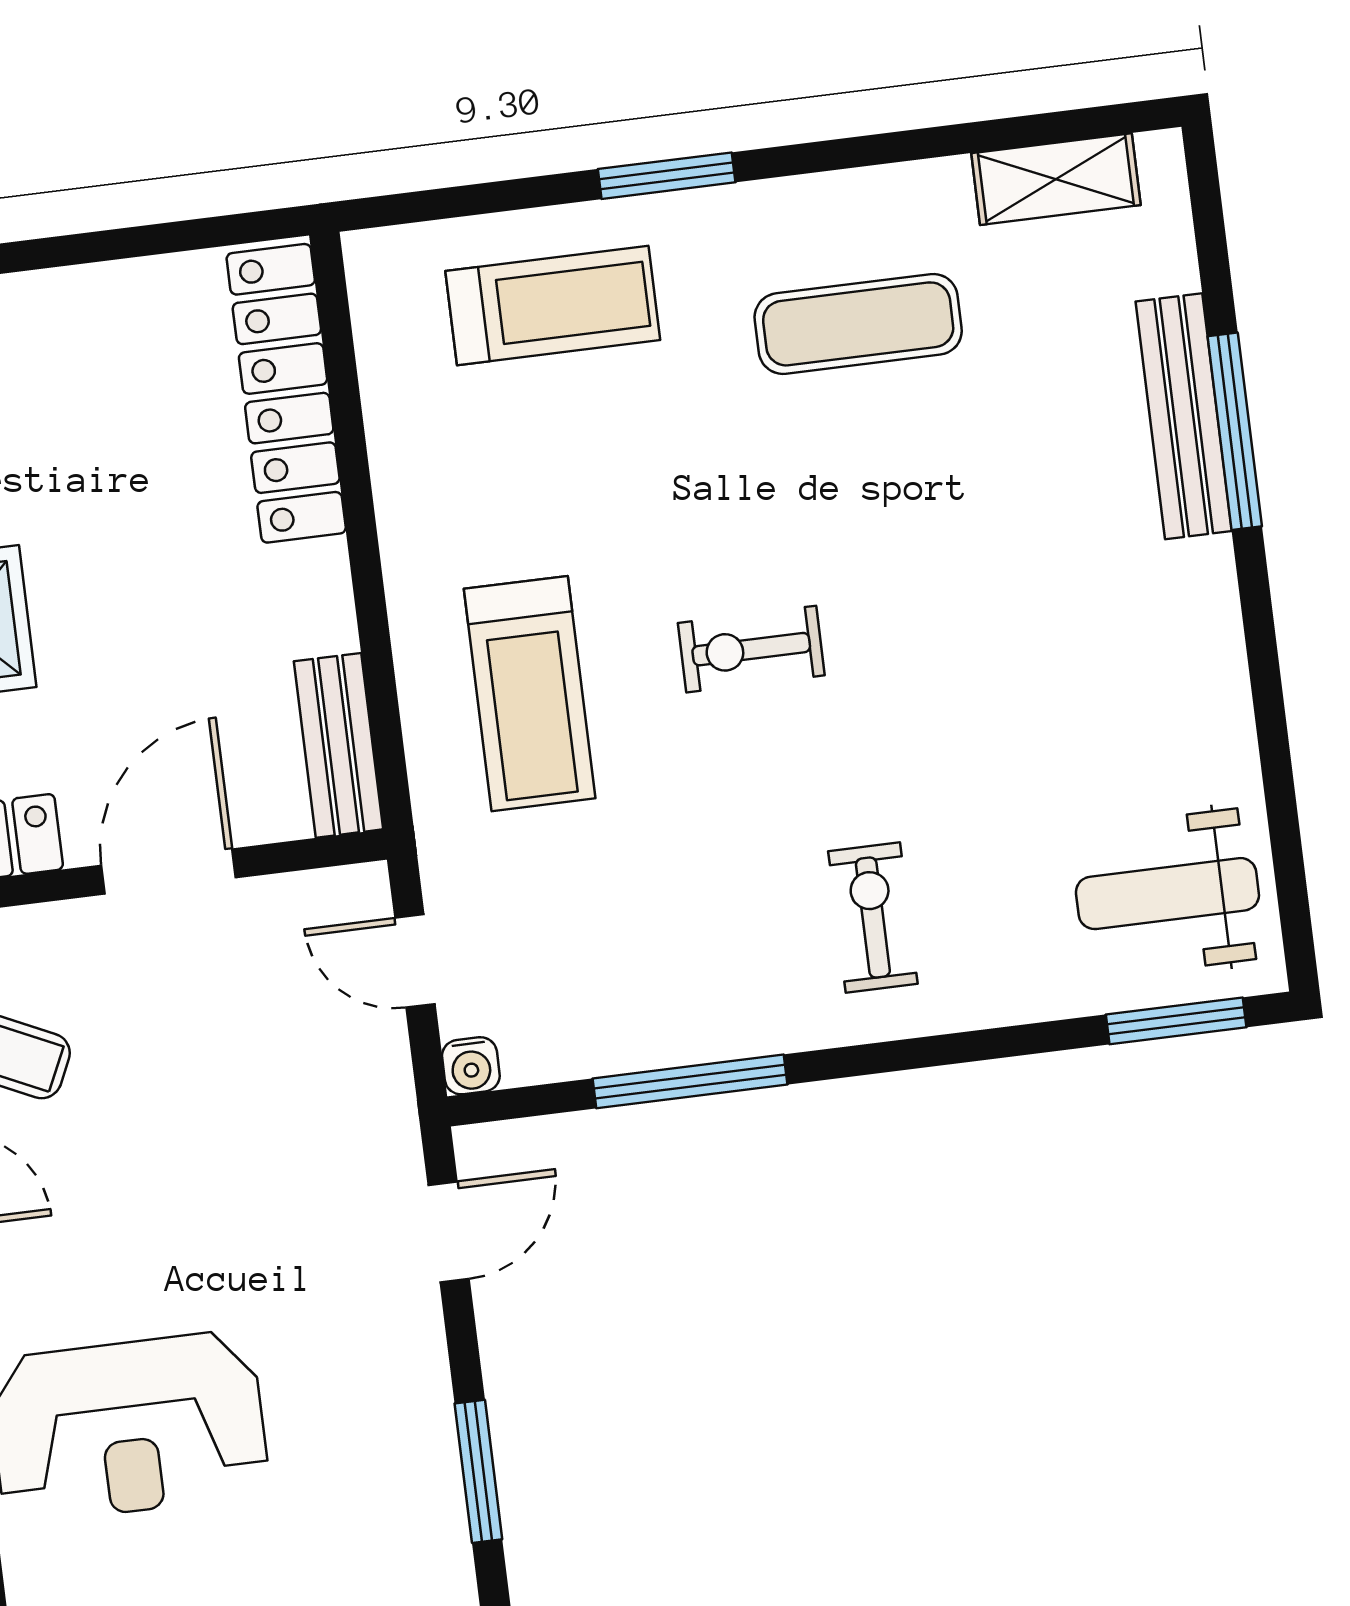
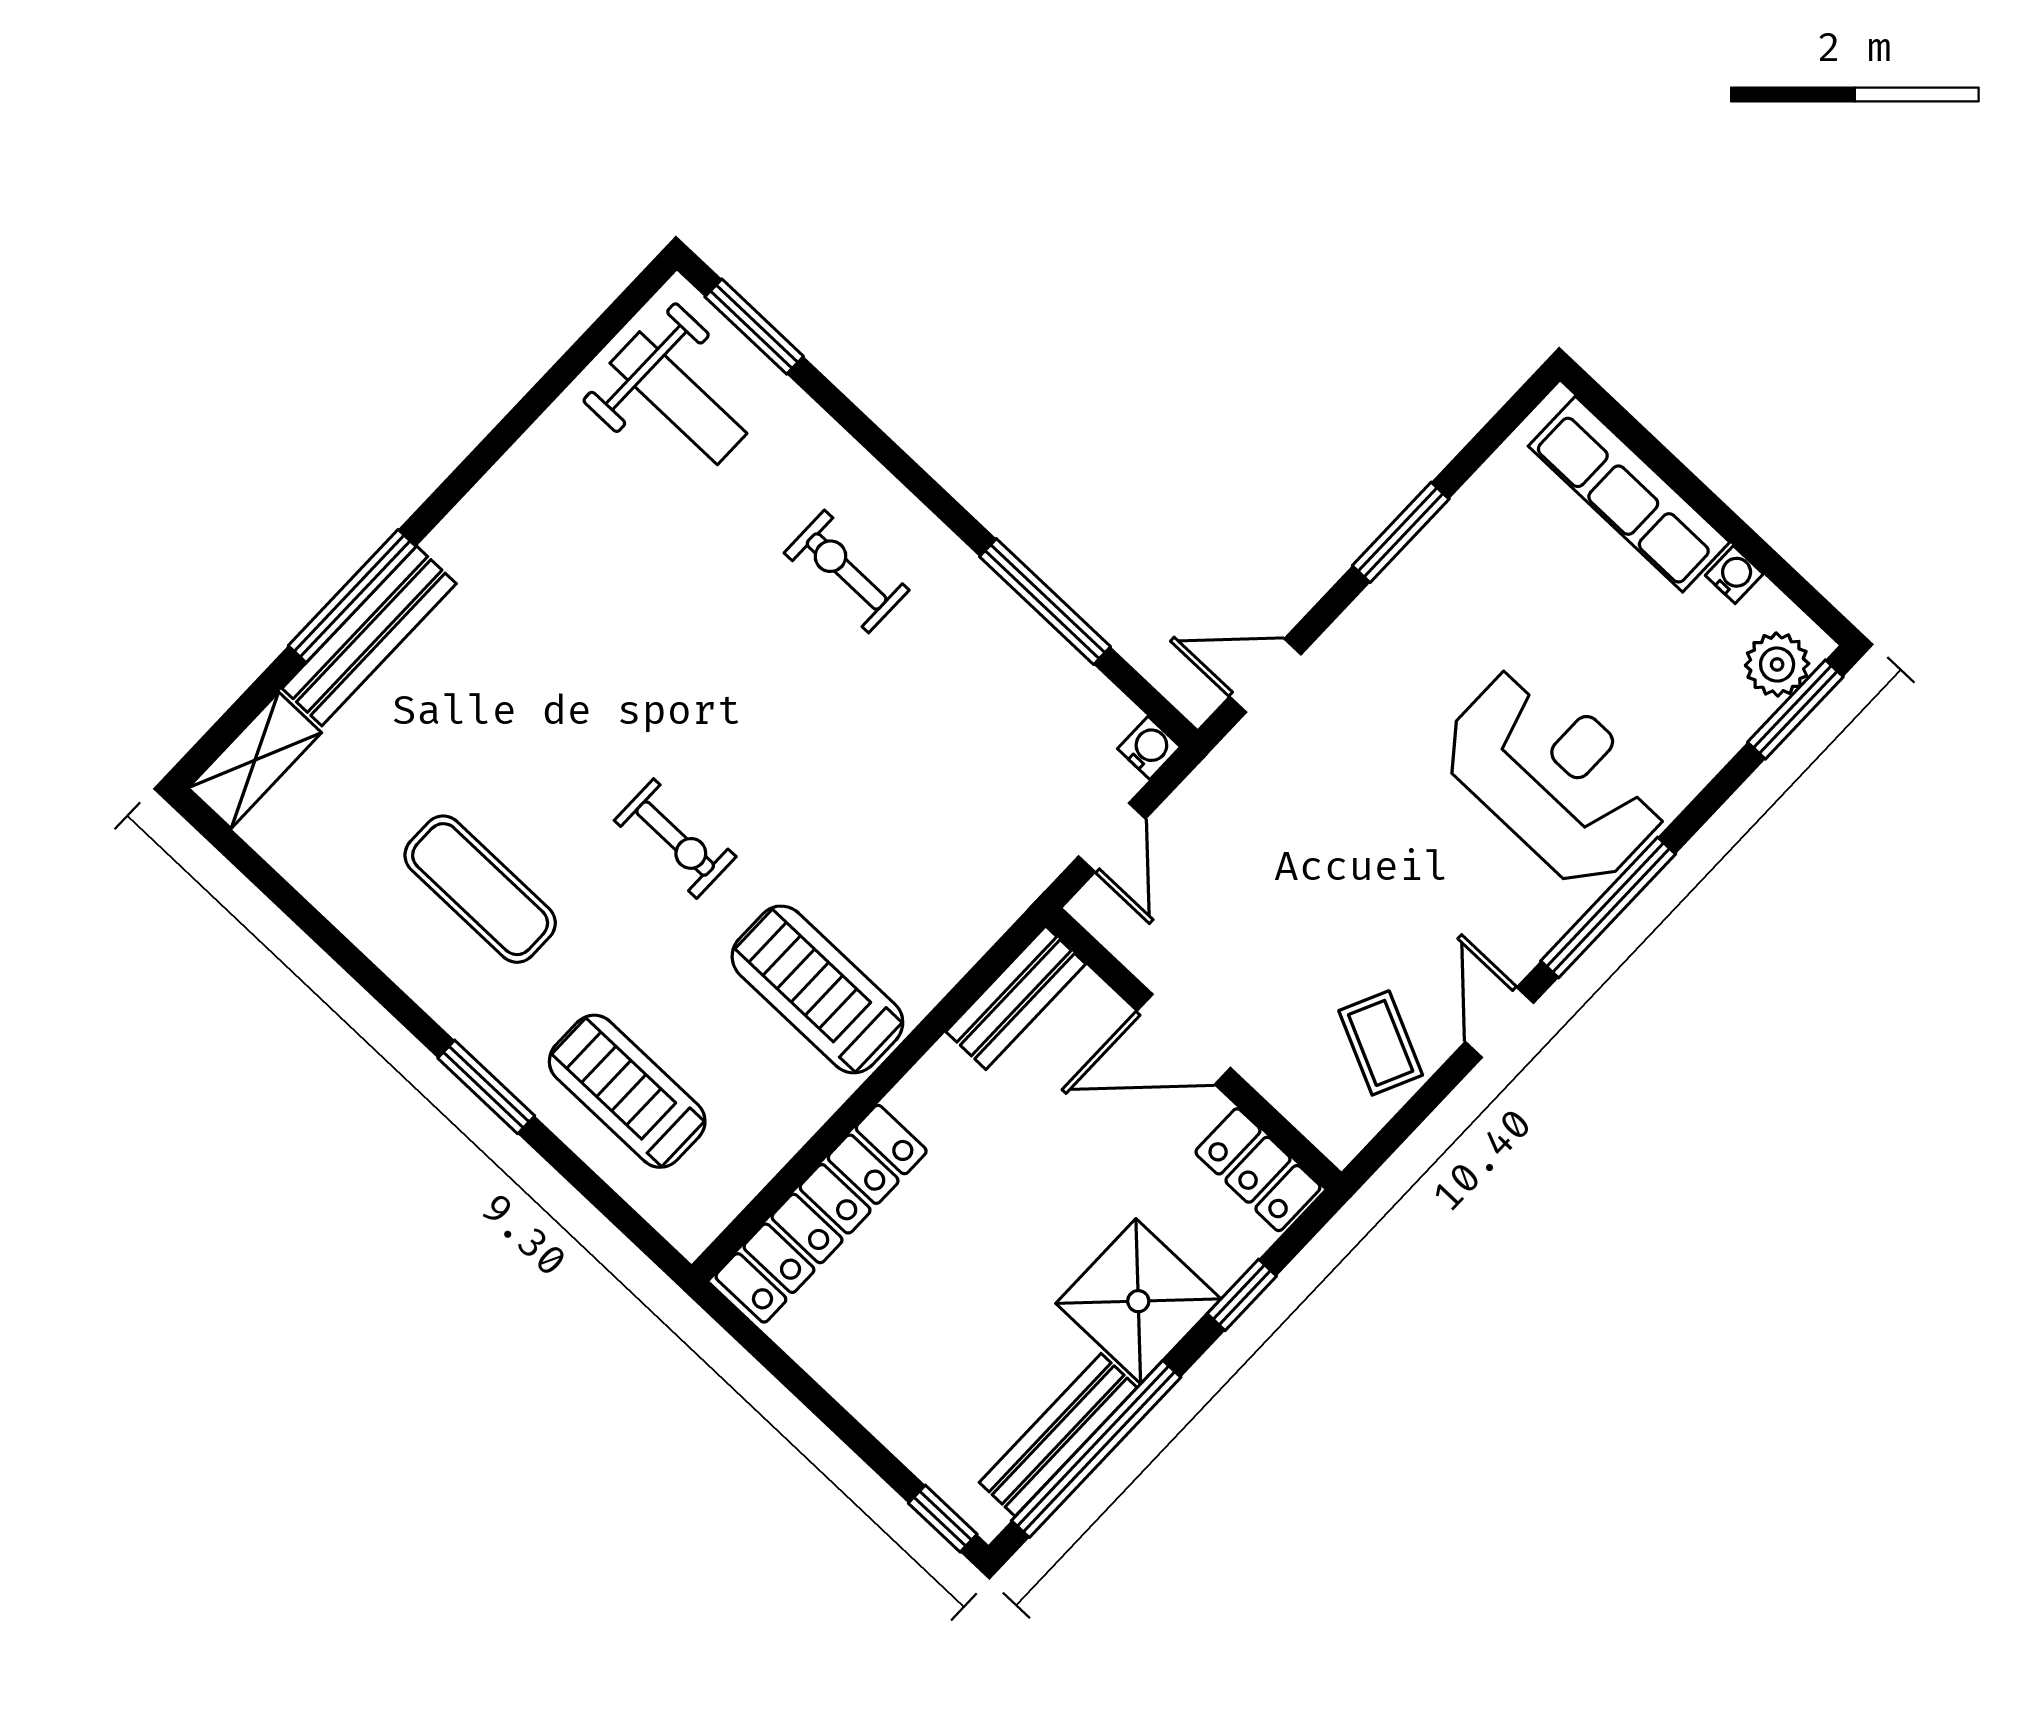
shelving: (1056, 179) -> (255, 760), moved, turned 90
exercise bike: (751, 649) -> (675, 839), moved
treadmill: (530, 694) -> (817, 989), moved, turned -90
exercise bike: (873, 918) -> (847, 571), turned 90

